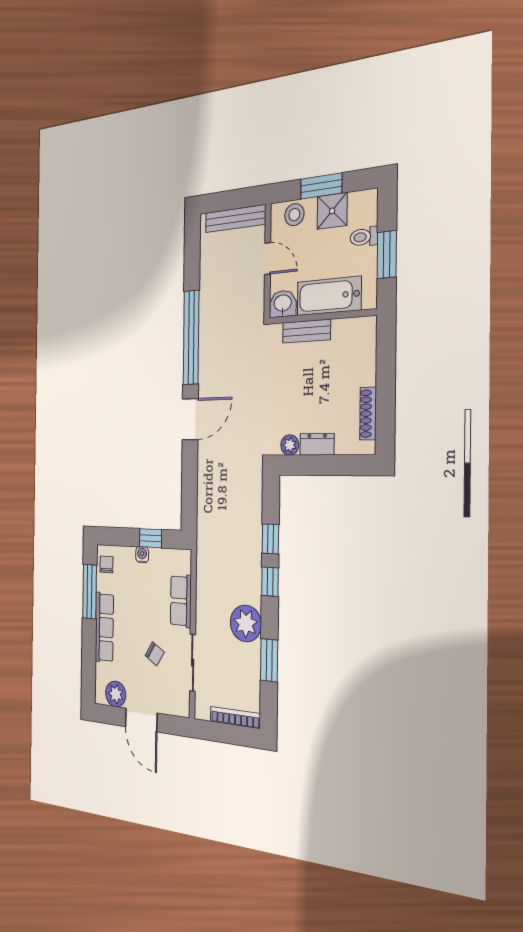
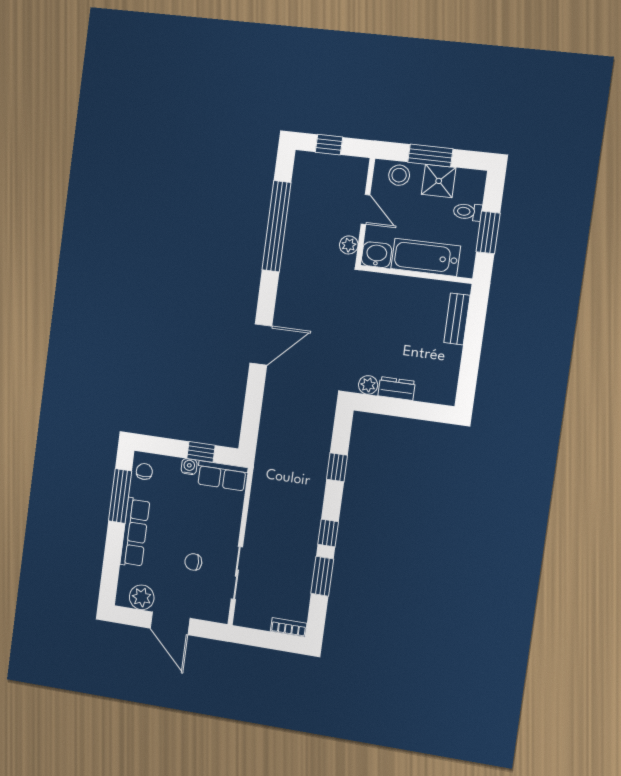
window: (228, 200) -> (329, 145), added
bench: (235, 219) -> (335, 164), removed
bench: (306, 331) -> (457, 319), moved, turned 90
window: (191, 337) -> (277, 226), moved
shoe rack: (368, 414) -> (452, 369), removed
window: (270, 582) -> (328, 533), moved
row of seats: (181, 601) -> (222, 476), moved, turned -90
plant: (246, 623) -> (349, 245), moved, width x0.53, depth x0.53
chair: (155, 654) -> (193, 562), turned 148
bookcase: (235, 718) -> (289, 627), width x0.64

